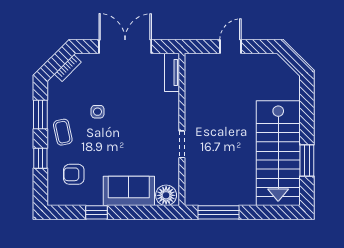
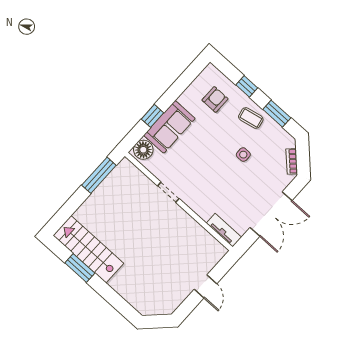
stairs: (278, 153) -> (88, 249), width x0.73, depth x0.66
window: (96, 212) -> (153, 116), moved

